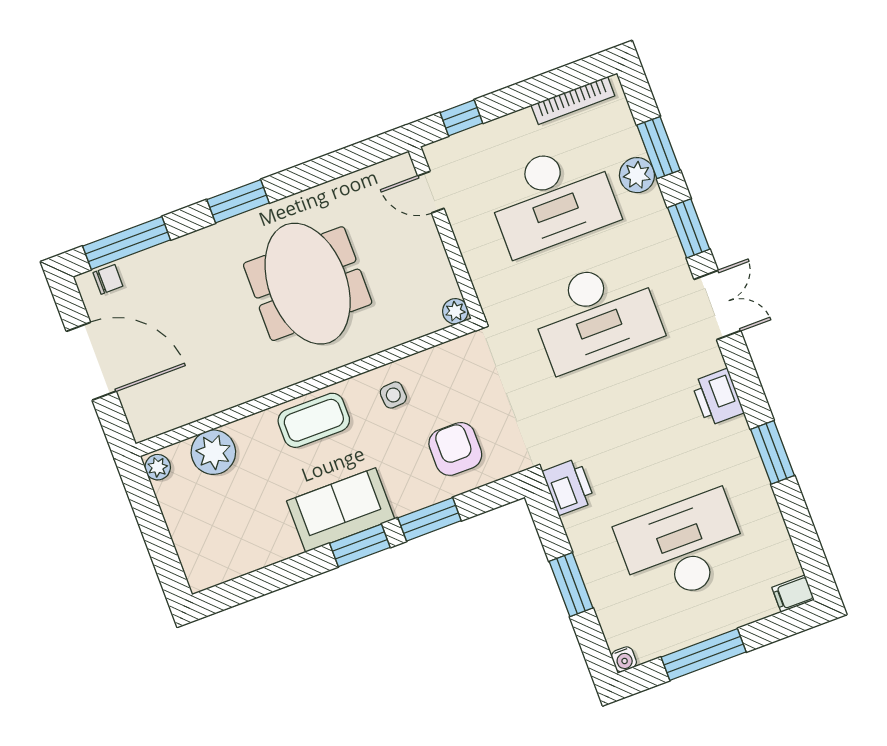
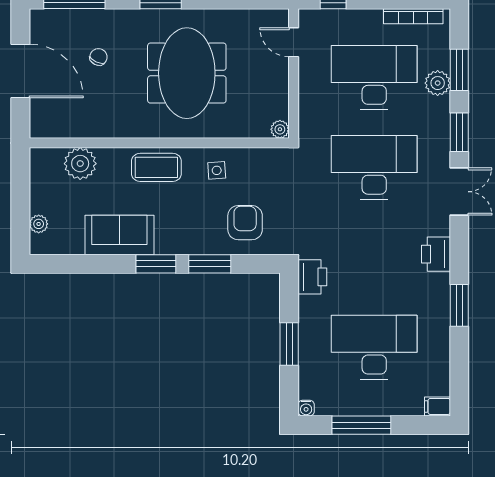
desk: (552, 199) -> (374, 78), turned 180
chair: (108, 279) -> (98, 57), moved, turned -64
desk: (596, 315) -> (374, 167), turned 180
plant: (158, 467) -> (39, 224), moved
sofa: (341, 510) -> (119, 235), moved

